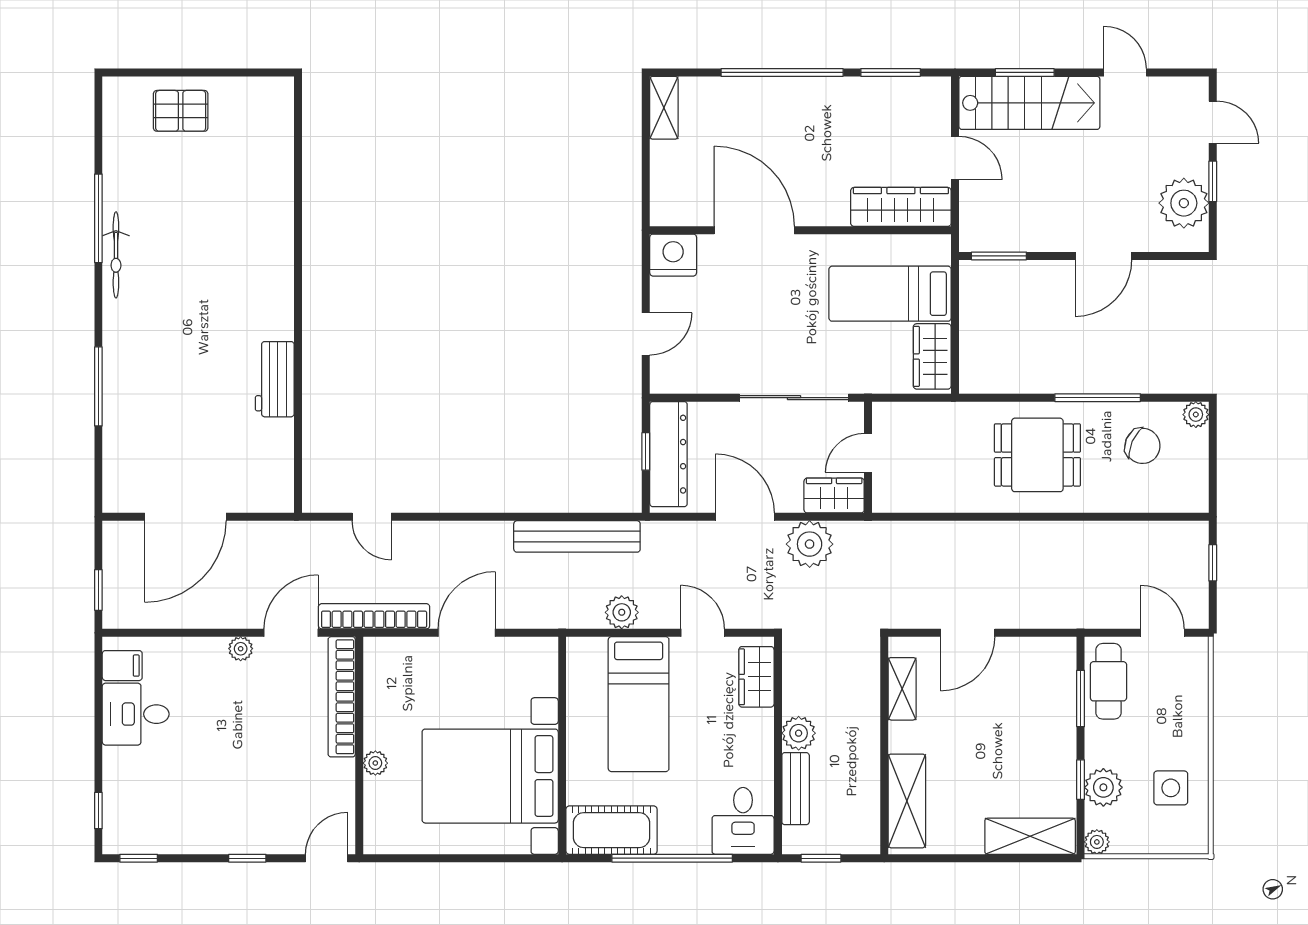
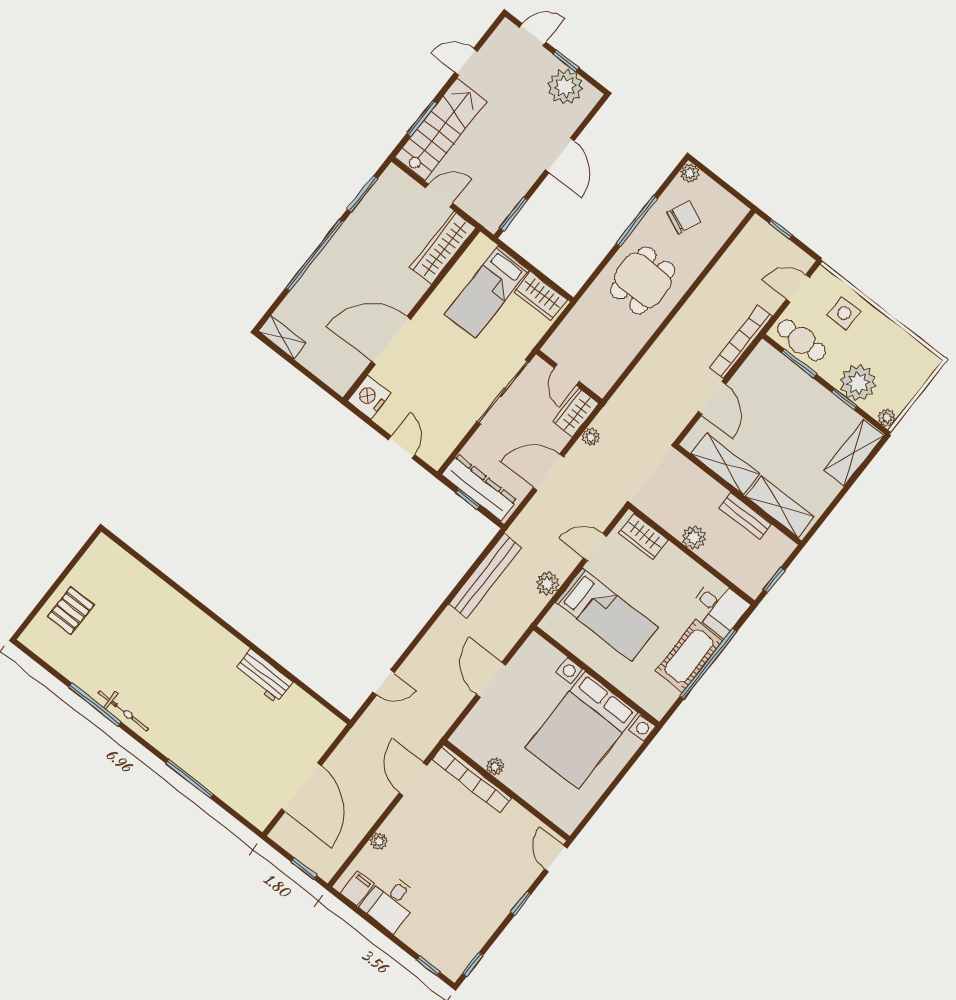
plant: (810, 544) -> (591, 437), width x0.53, depth x0.53
bookcase: (374, 616) -> (741, 342), moved
plant: (241, 649) -> (379, 841), moved
shelving: (902, 689) -> (725, 464), width x1.50, depth x1.33
plant: (375, 763) -> (495, 767), moved
plant: (1103, 787) -> (858, 383), width x1.36, depth x1.36
side table: (1171, 788) -> (844, 313), moved
bench: (796, 789) -> (745, 516), moved
cot: (611, 830) -> (689, 656), moved

